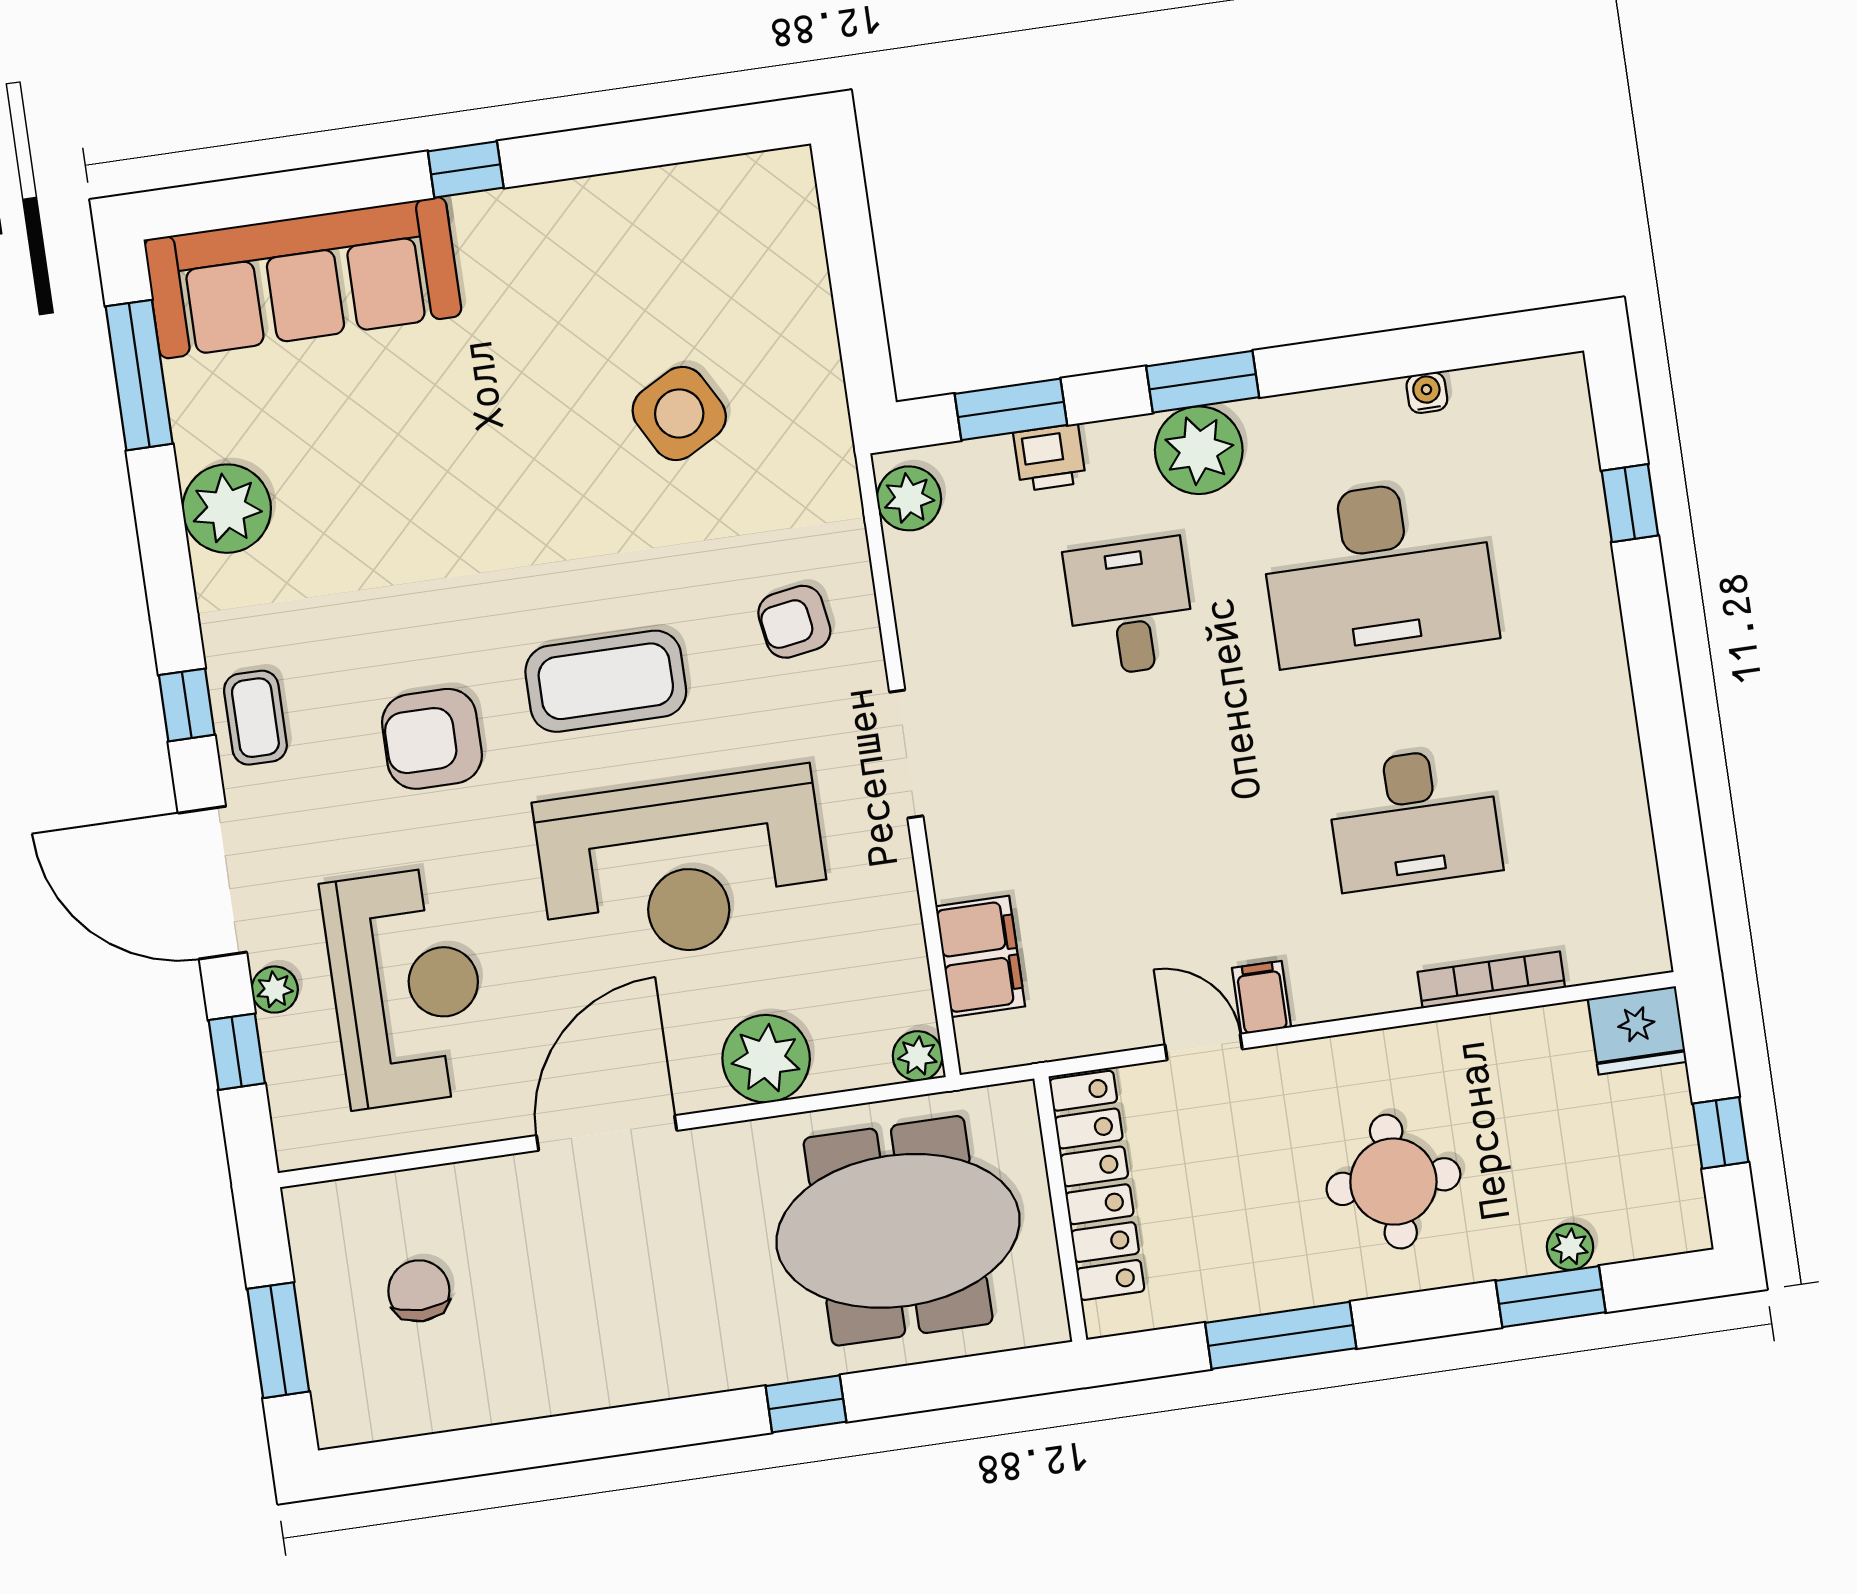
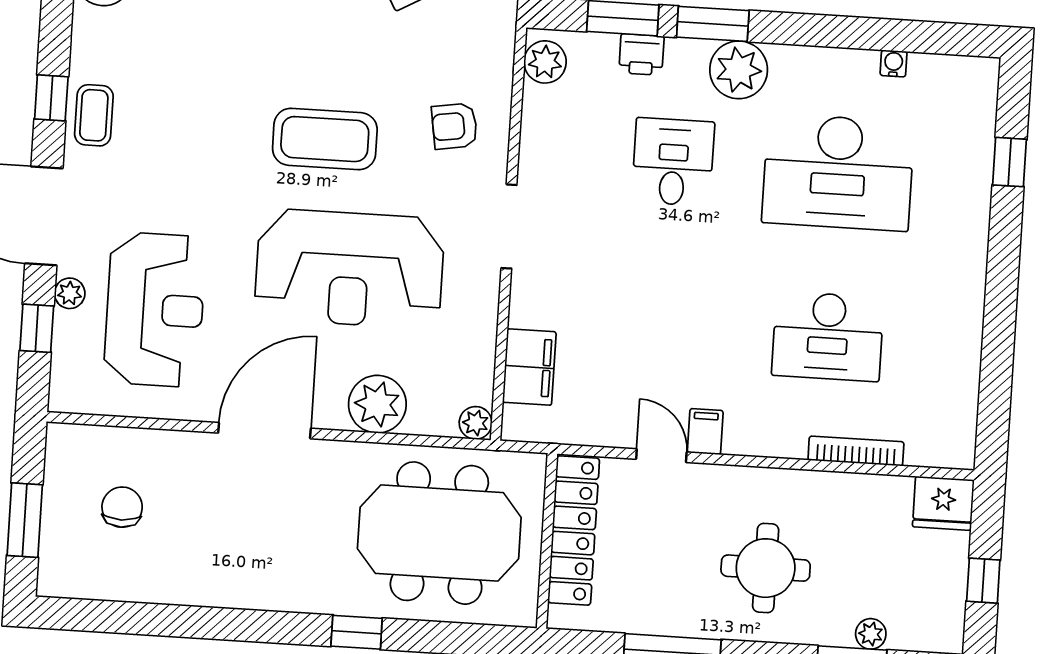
window: (1203, 382) -> (713, 24), moved
armchair: (432, 739) -> (205, 153), removed

